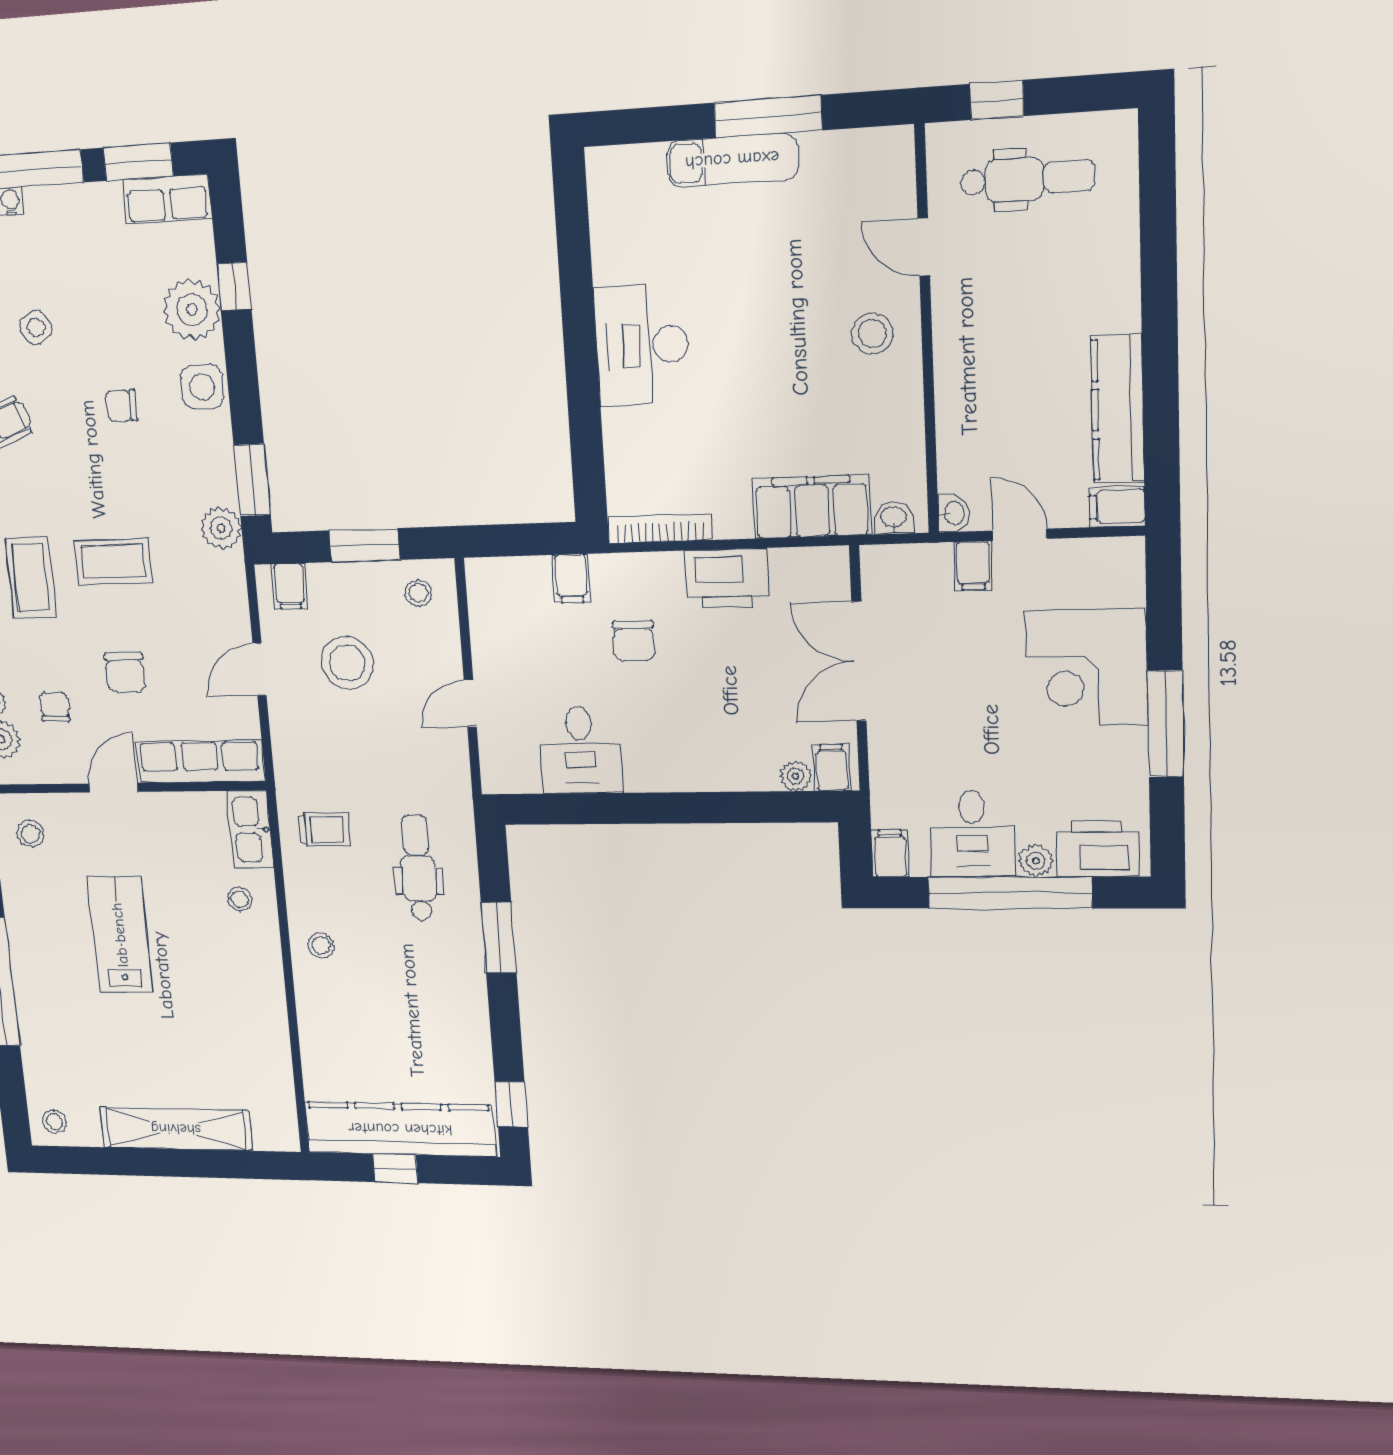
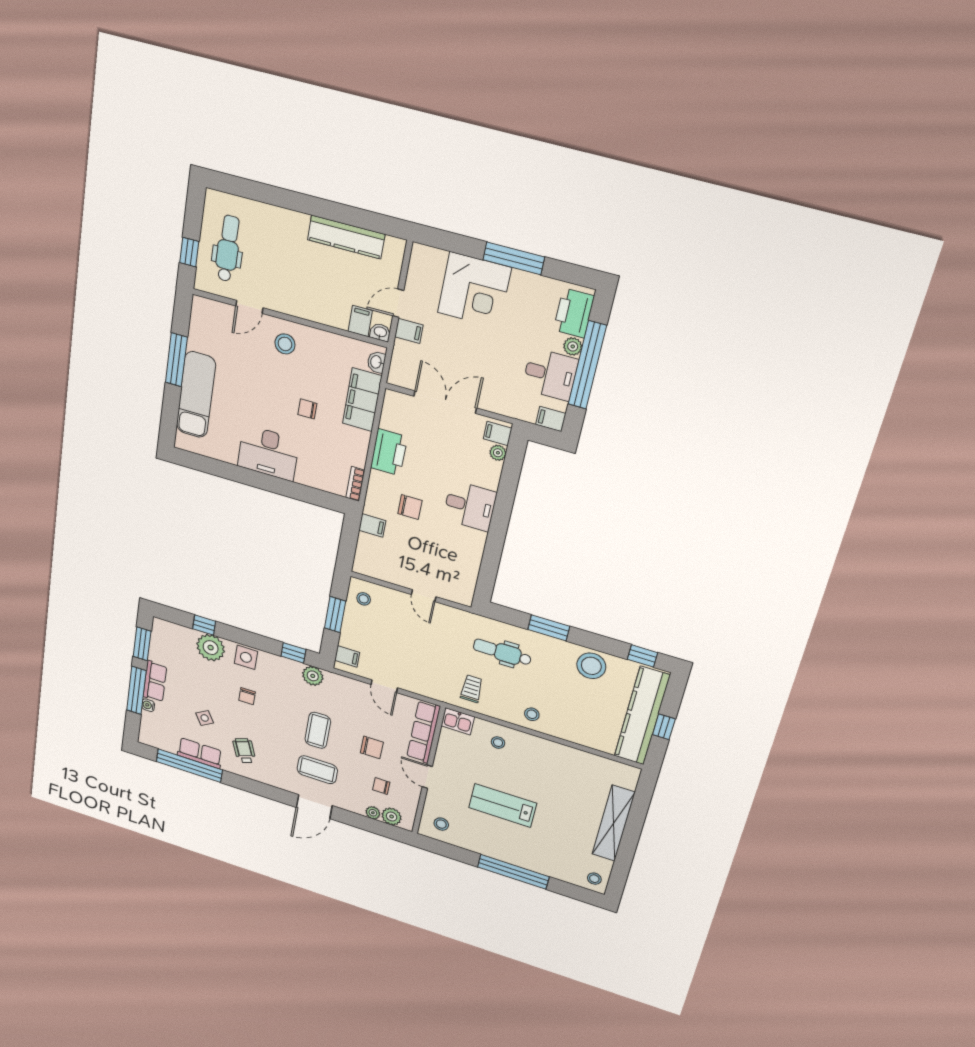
exam couch: (732, 160) -> (196, 395), width x1.36, depth x1.45
row of seats: (167, 199) -> (155, 681), moved
chair: (757, 405) -> (307, 409), added
window: (252, 480) -> (293, 653), width x0.67
filing cabinet: (1117, 506) -> (360, 321), moved, turned 180
bookcase: (660, 528) -> (355, 484), width x0.64
double door: (859, 661) -> (445, 402), swing flipped
stool: (347, 663) -> (591, 666), moved
desk: (580, 750) -> (470, 506), moved
kitchen sink: (250, 829) -> (458, 721), width x0.73

